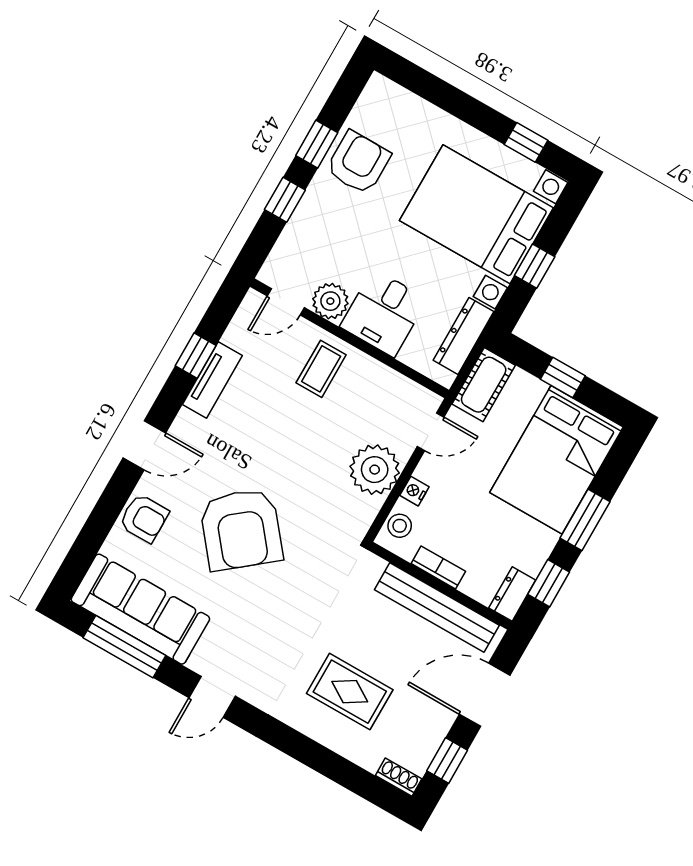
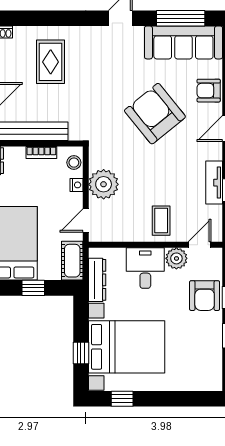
armchair: (358, 163) -> (205, 296), moved
window: (535, 266) -> (81, 353), moved
rug: (350, 692) -> (51, 62), turned 90

